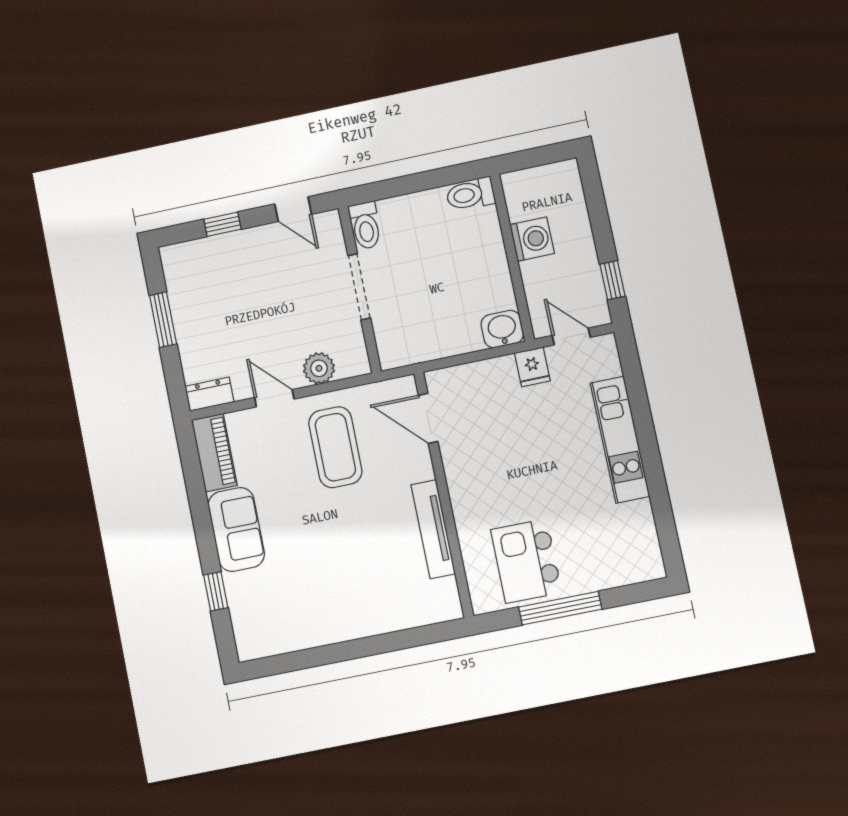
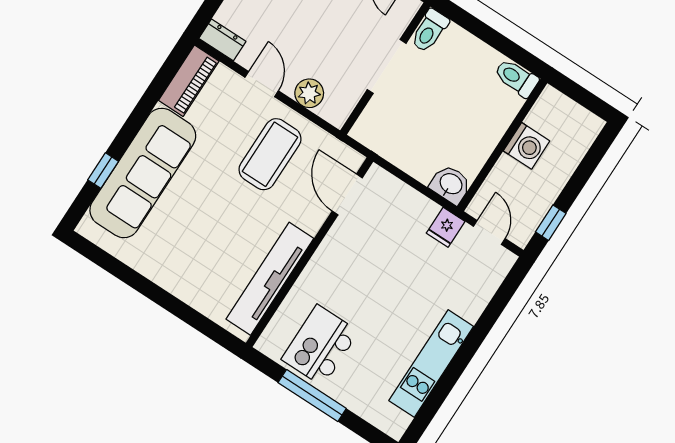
kitchen unit: (620, 440) -> (431, 363), moved
sofa: (236, 529) -> (143, 173), width x1.85, depth x1.27
tv unit: (433, 529) -> (270, 279), width x1.36, depth x1.29

